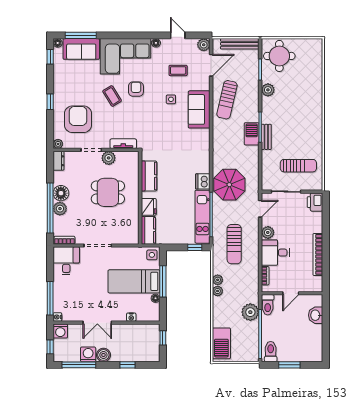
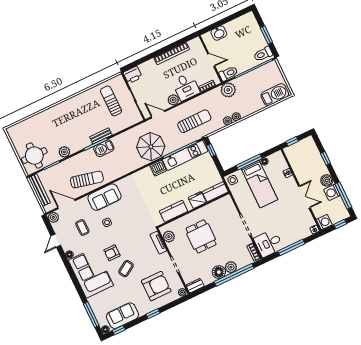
sofa: (81, 49) -> (122, 316), moved, turned -90
armchair: (78, 119) -> (156, 286), turned 180
plant: (109, 158) -> (169, 237), moved
window: (50, 298) -> (291, 247), moved
plant: (250, 312) -> (228, 90), moved

